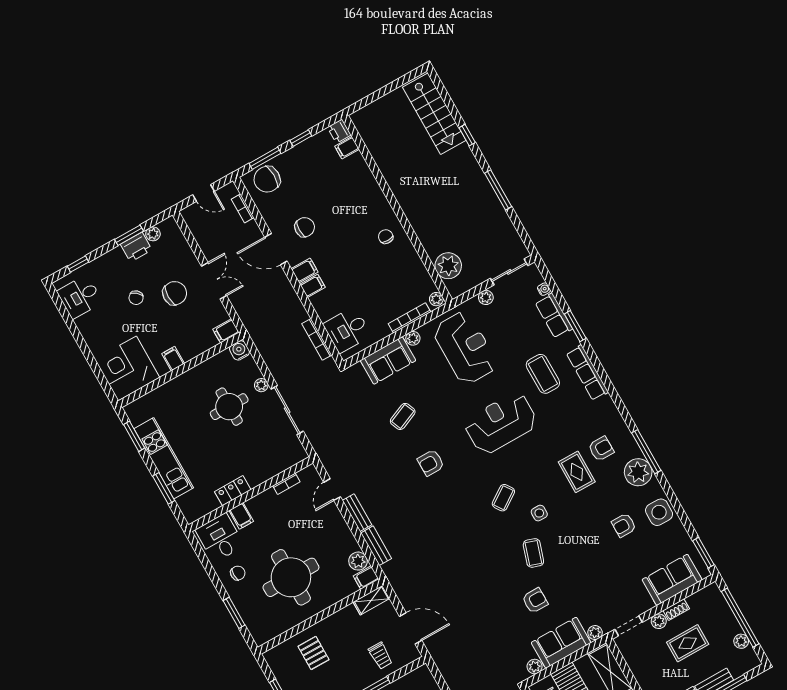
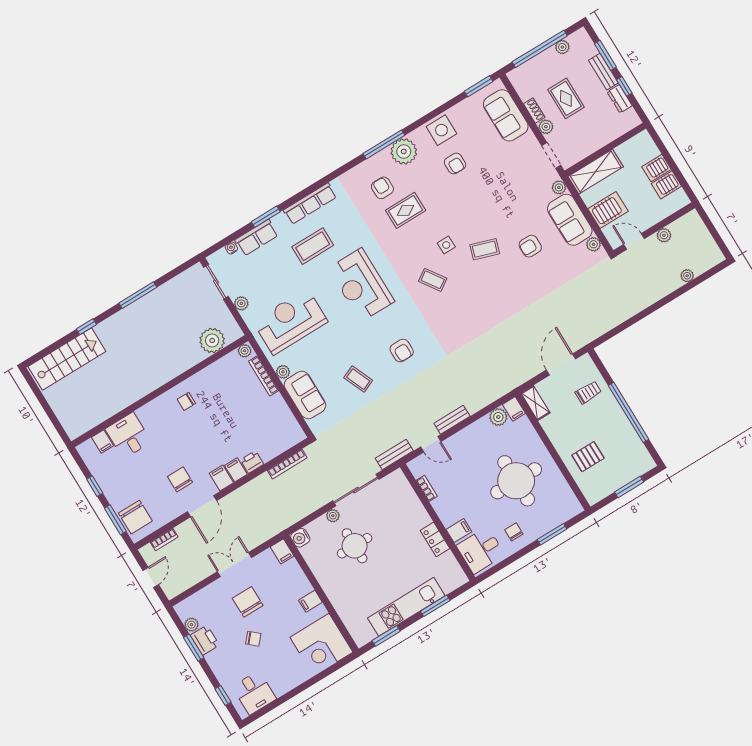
printer: (339, 131) -> (252, 462), moved, turned 180
desk: (347, 330) -> (128, 436), moved, turned 180
bench: (376, 546) -> (394, 455), moved
armchair: (535, 601) -> (530, 246), turned -90

